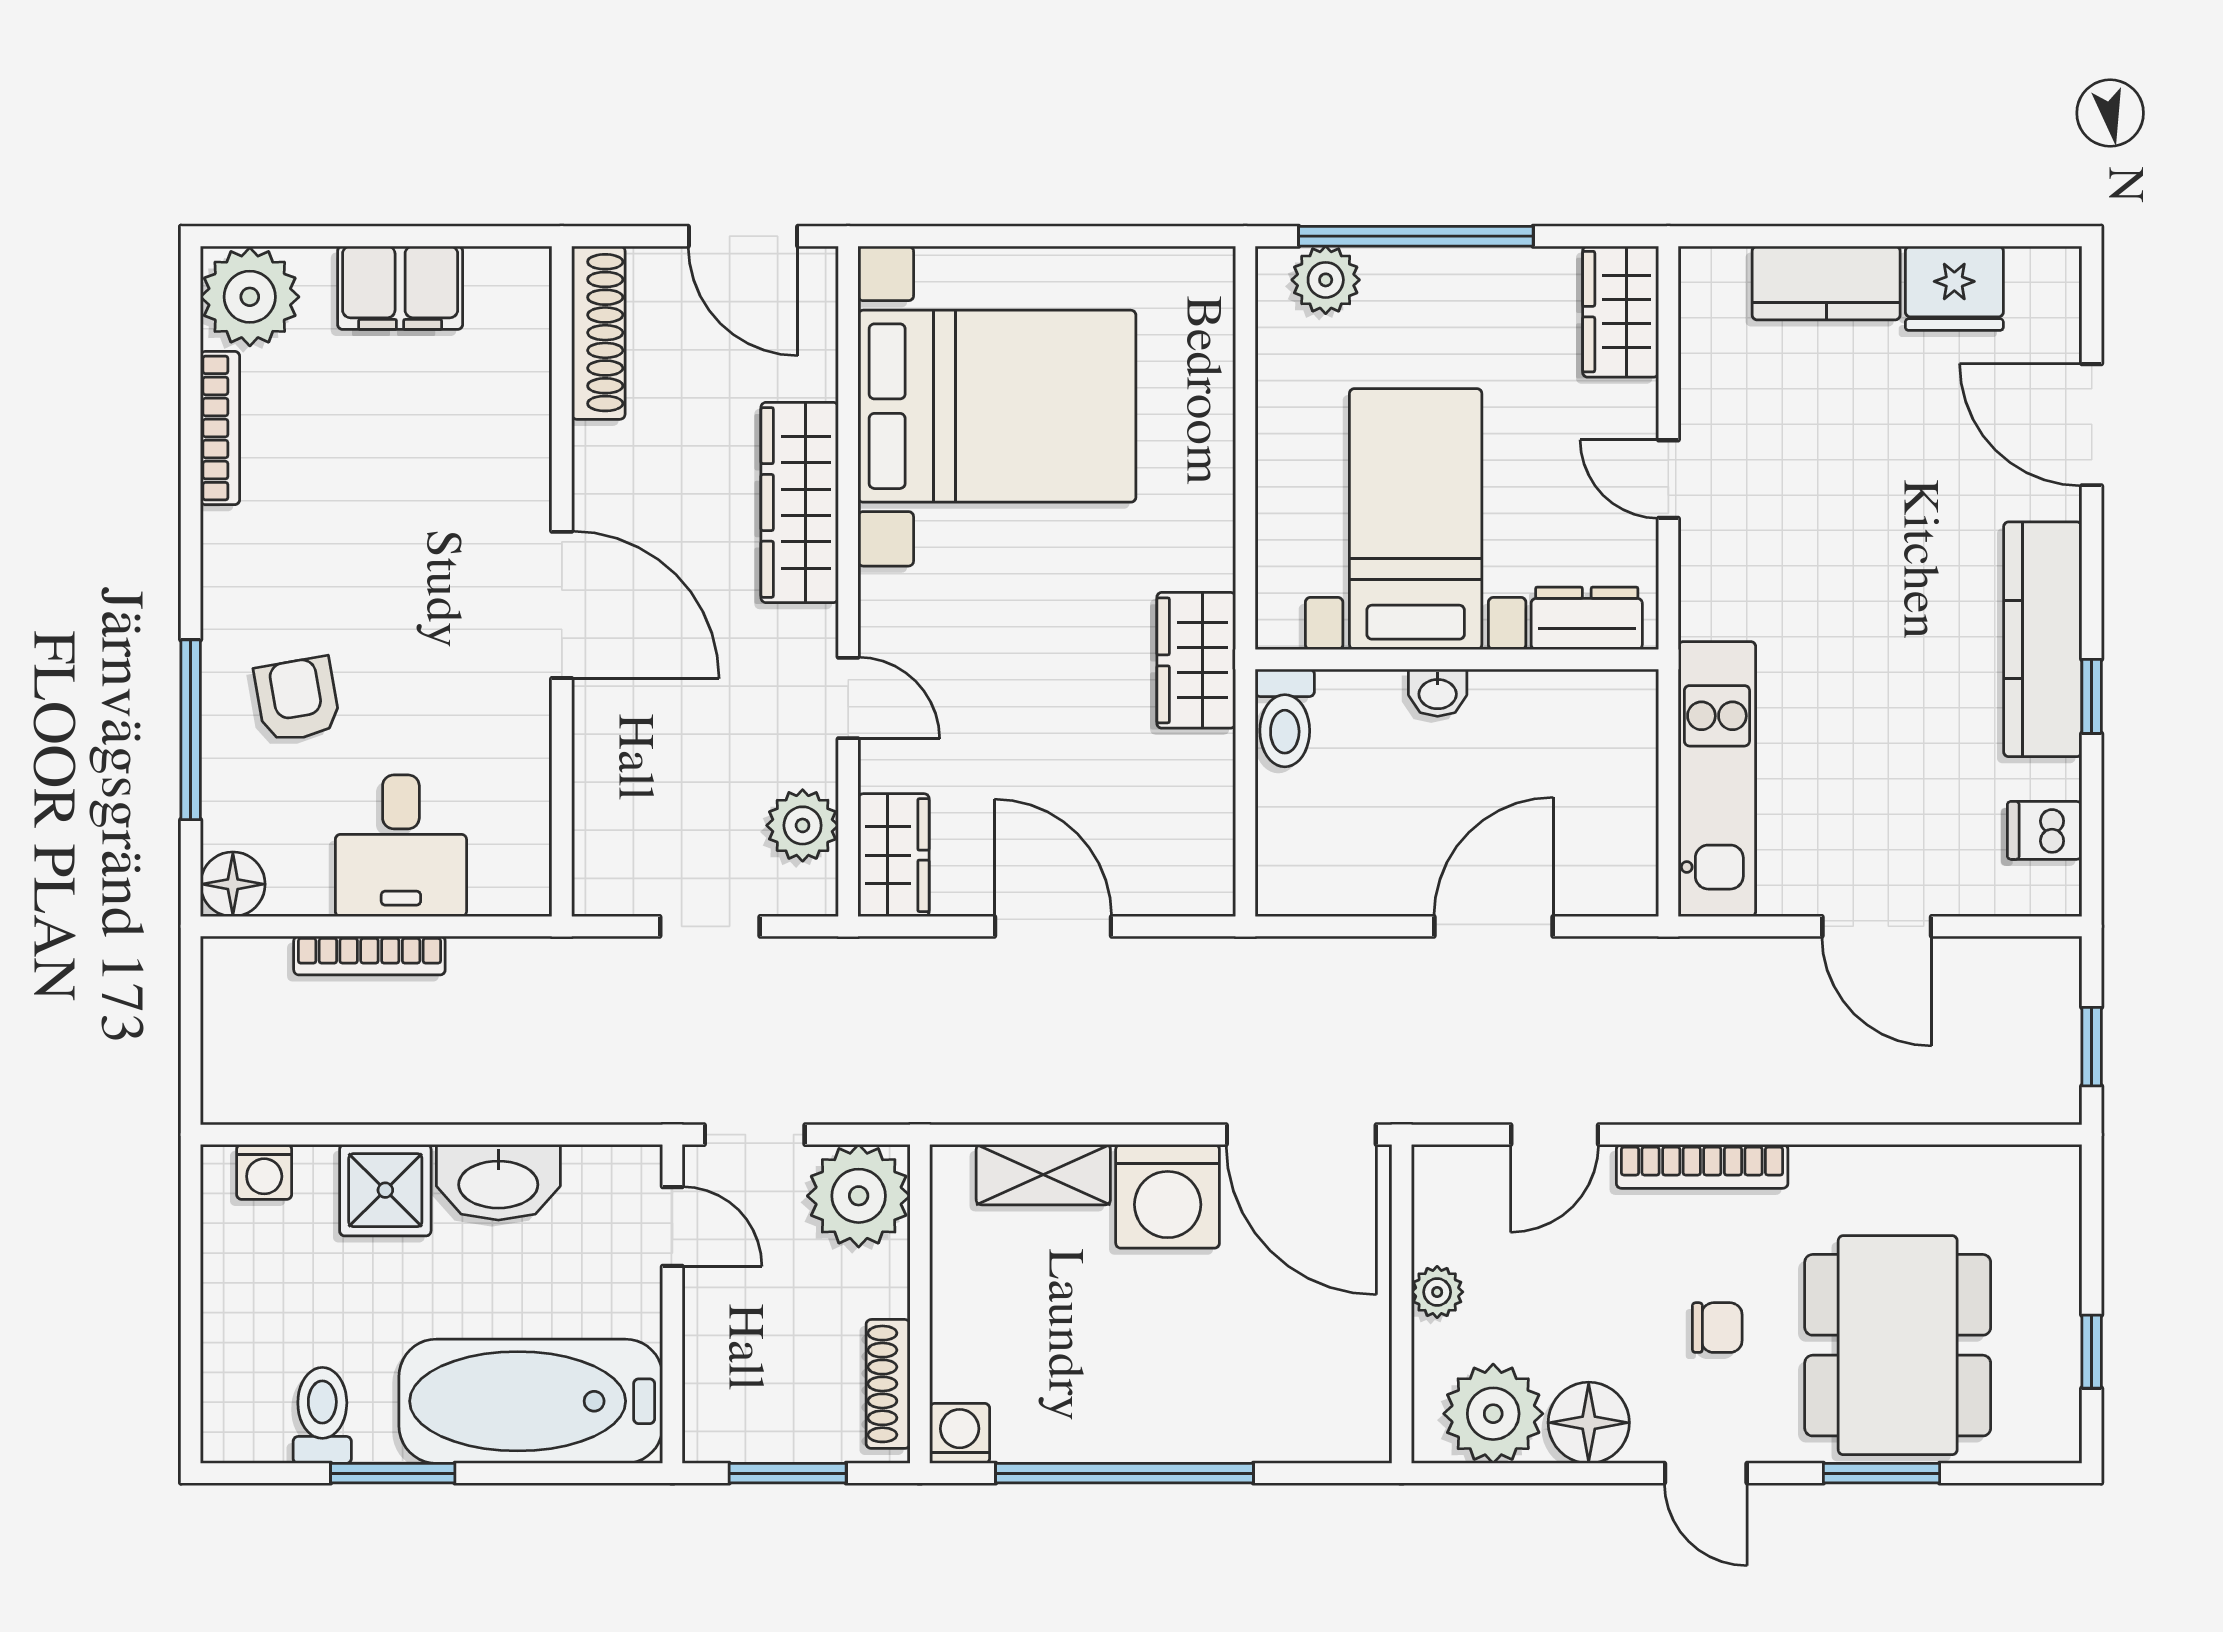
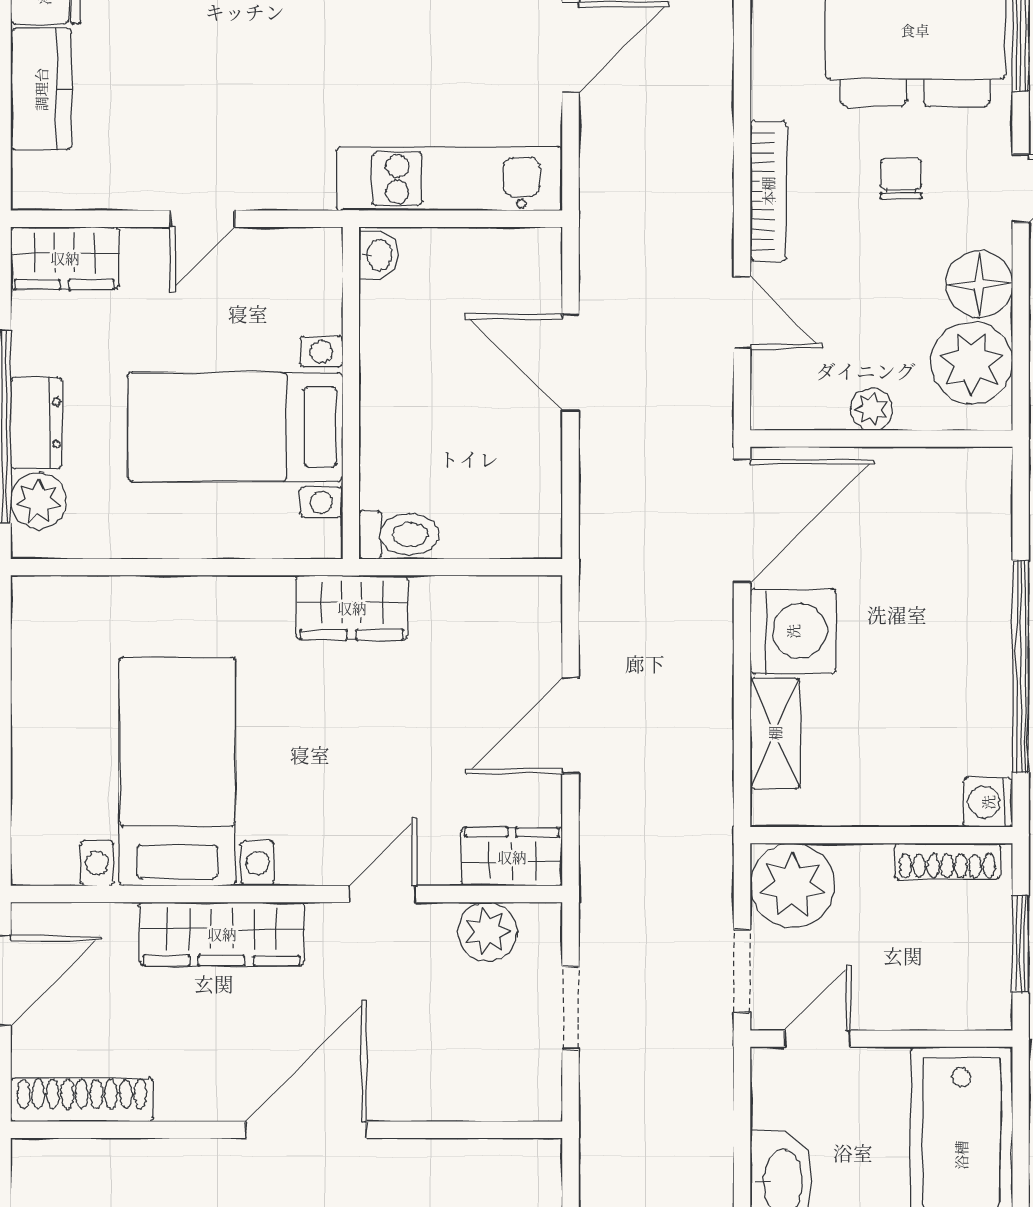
bed with nightstands: (997, 406) -> (177, 772), width x0.73
dresser: (1587, 618) -> (36, 423), moved, turned 180
washbasin: (1438, 693) -> (378, 255), moved

